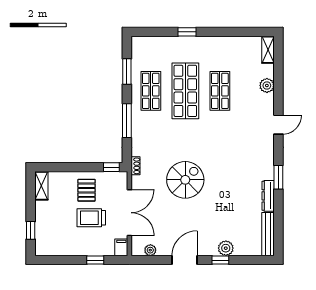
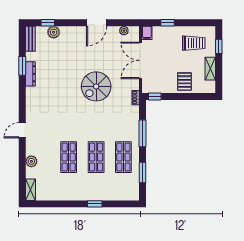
shop shelf: (185, 91) -> (96, 157), width x0.70, depth x0.74
window: (278, 177) -> (22, 66), moved
shelving: (41, 186) -> (210, 69), moved
pallet: (87, 190) -> (184, 82), moved
trolley: (91, 218) -> (194, 43), moved
bench: (268, 234) -> (30, 39), width x0.73
plant: (226, 248) -> (54, 32), moved
window: (220, 260) -> (48, 23), moved

